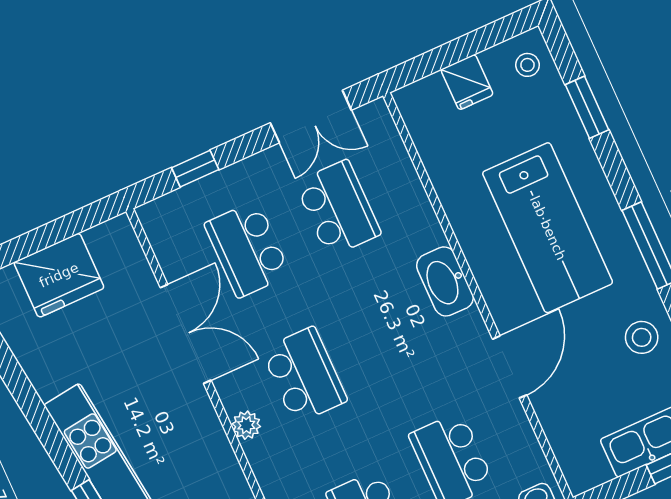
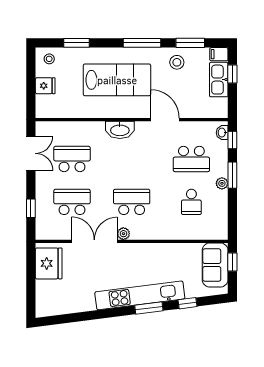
school desk: (247, 249) -> (72, 202), turned 180
fridge: (59, 275) -> (49, 263), moved
plant: (246, 425) -> (123, 234), moved

